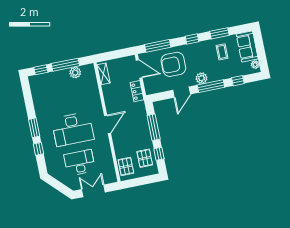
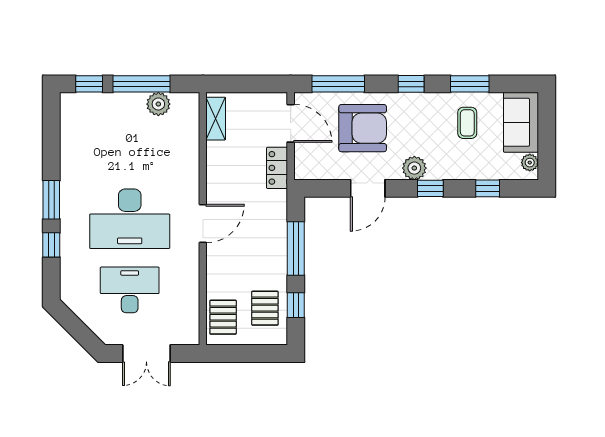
armchair: (173, 64) -> (363, 128), turned 180
window: (211, 86) -> (430, 188), width x0.46
double door: (93, 191) -> (146, 354), swing flipped

